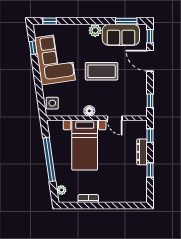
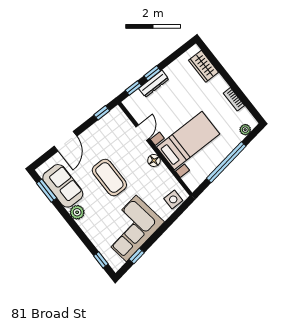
window: (150, 36) -> (43, 159), removed
window: (150, 170) -> (152, 73), moved
wardrobe: (127, 195) -> (204, 66), added

